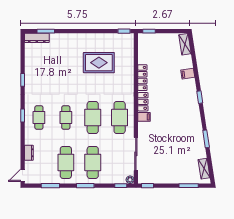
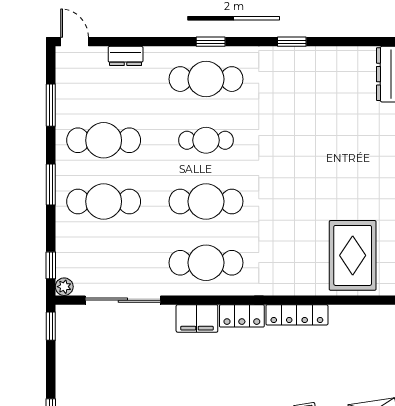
rug: (99, 63) -> (353, 255), moved
cafe table: (39, 117) -> (206, 79), width x1.37, depth x1.35
filing cabinet: (144, 117) -> (197, 318), width x2.00

